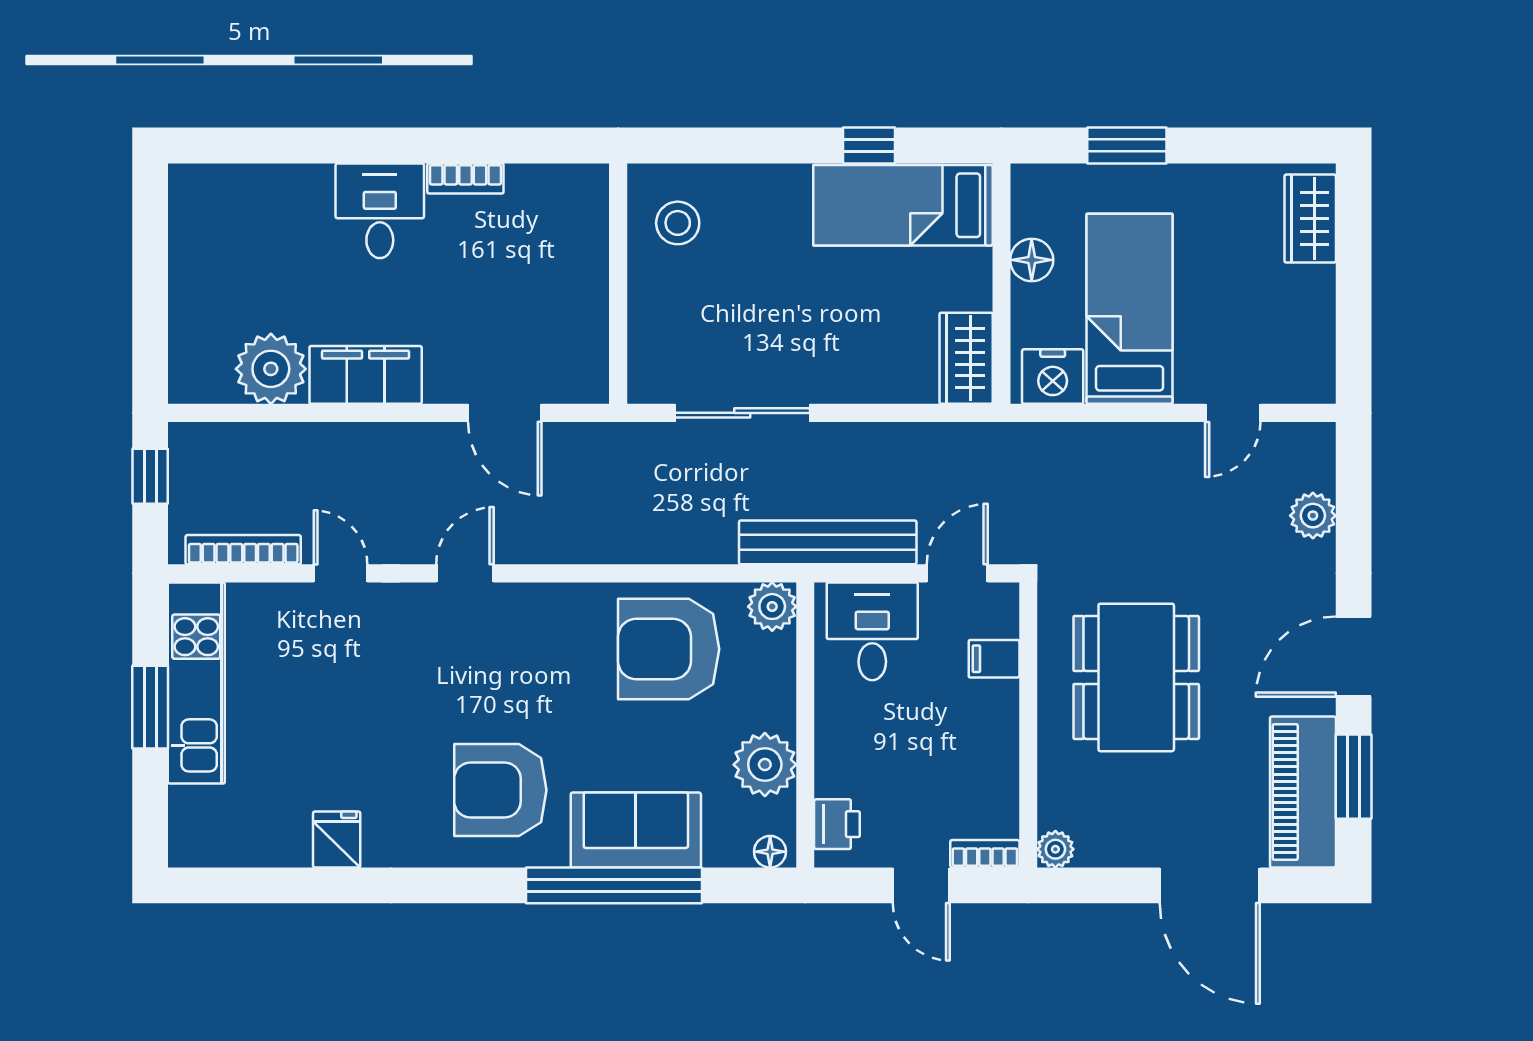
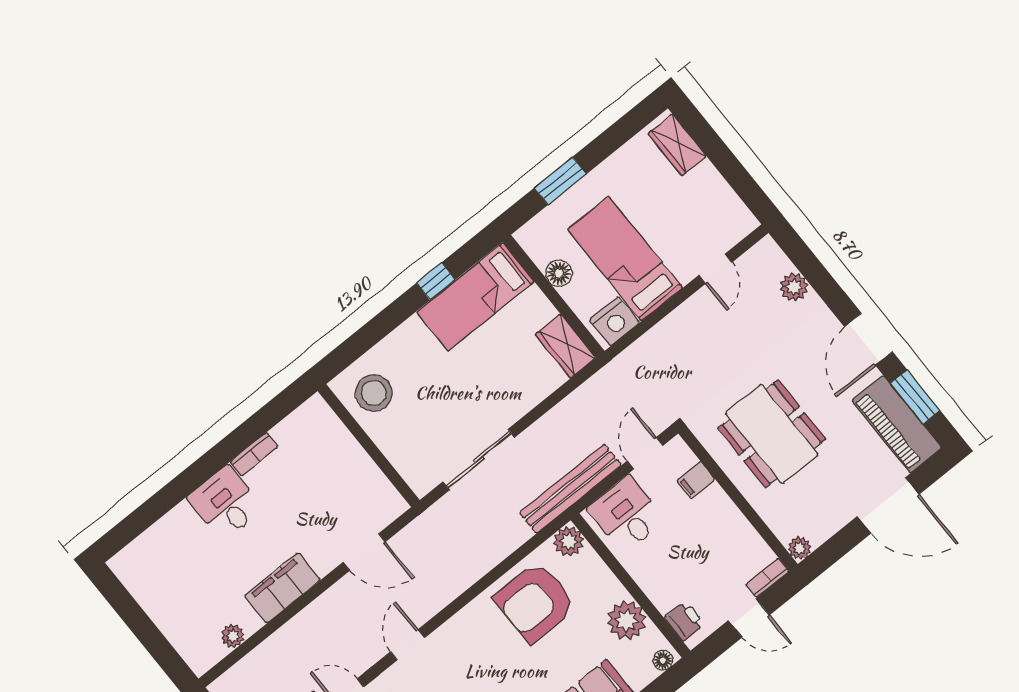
stool: (678, 223) -> (374, 393), width x1.38, depth x1.38
plant: (271, 369) -> (233, 636), width x0.53, depth x0.53

